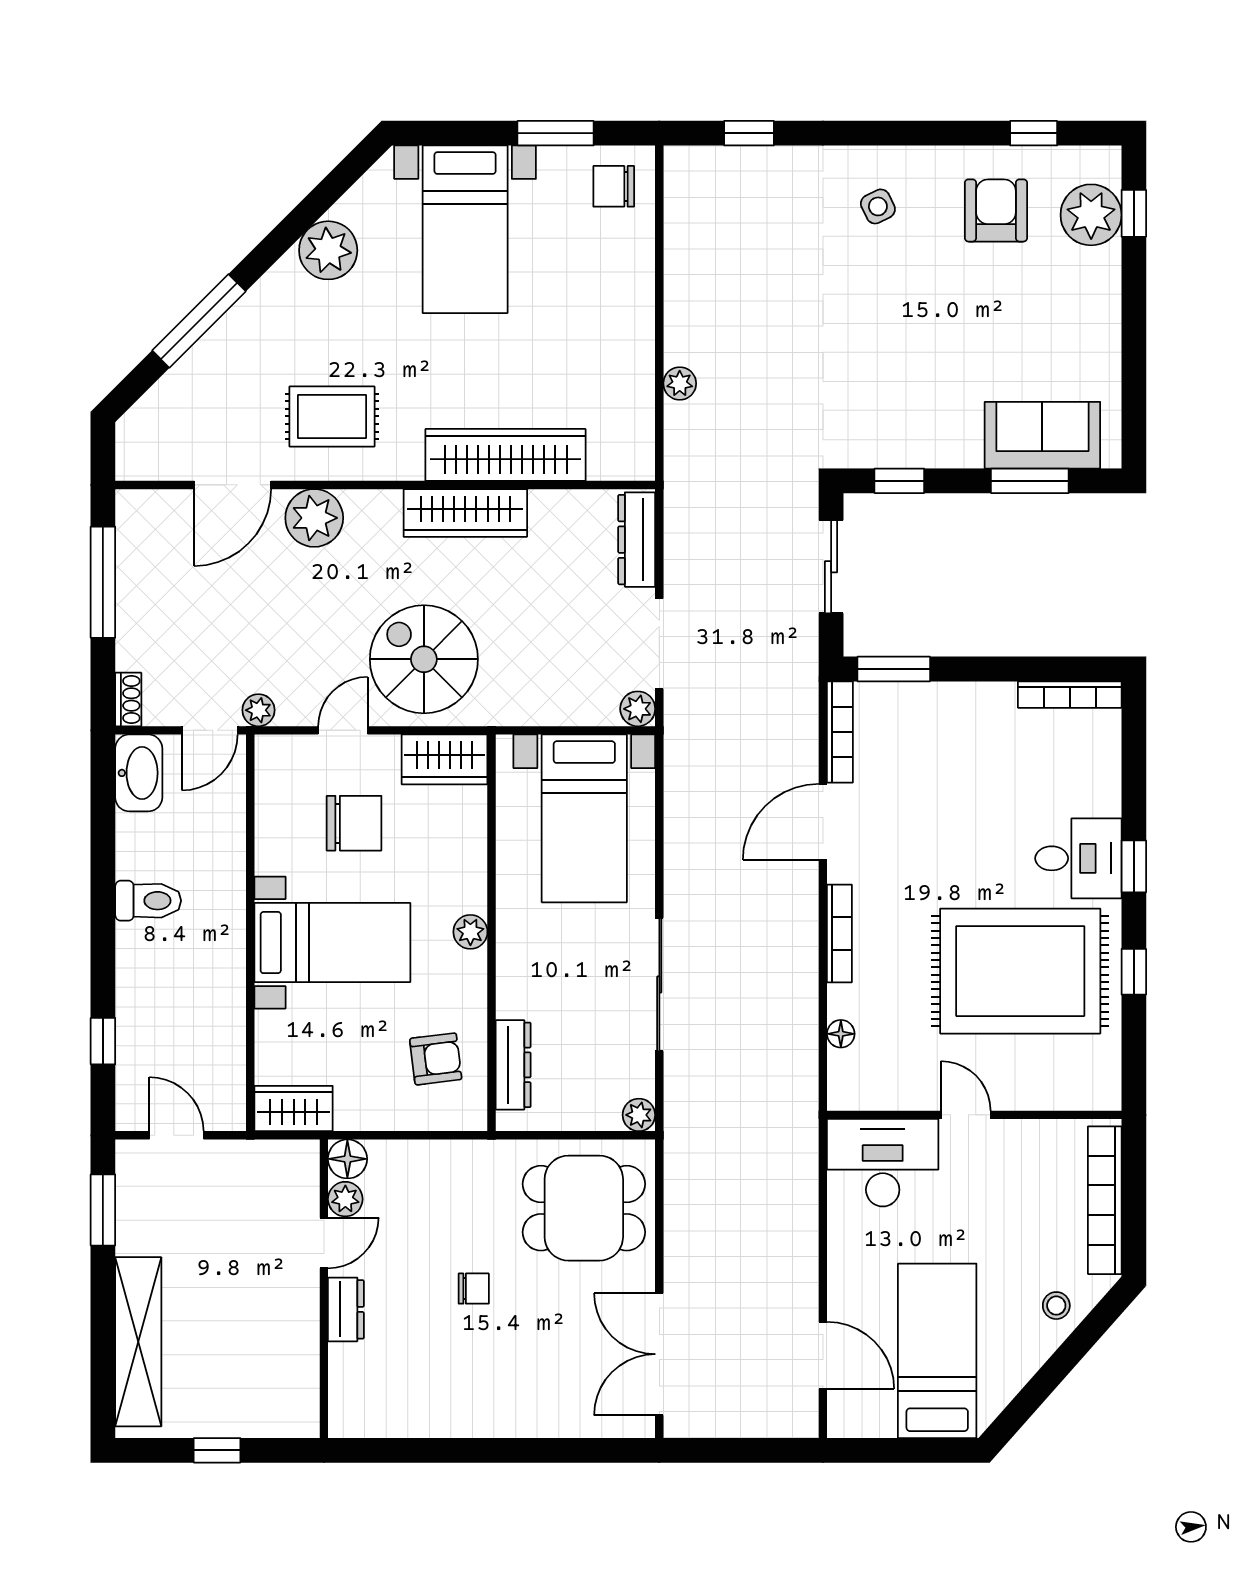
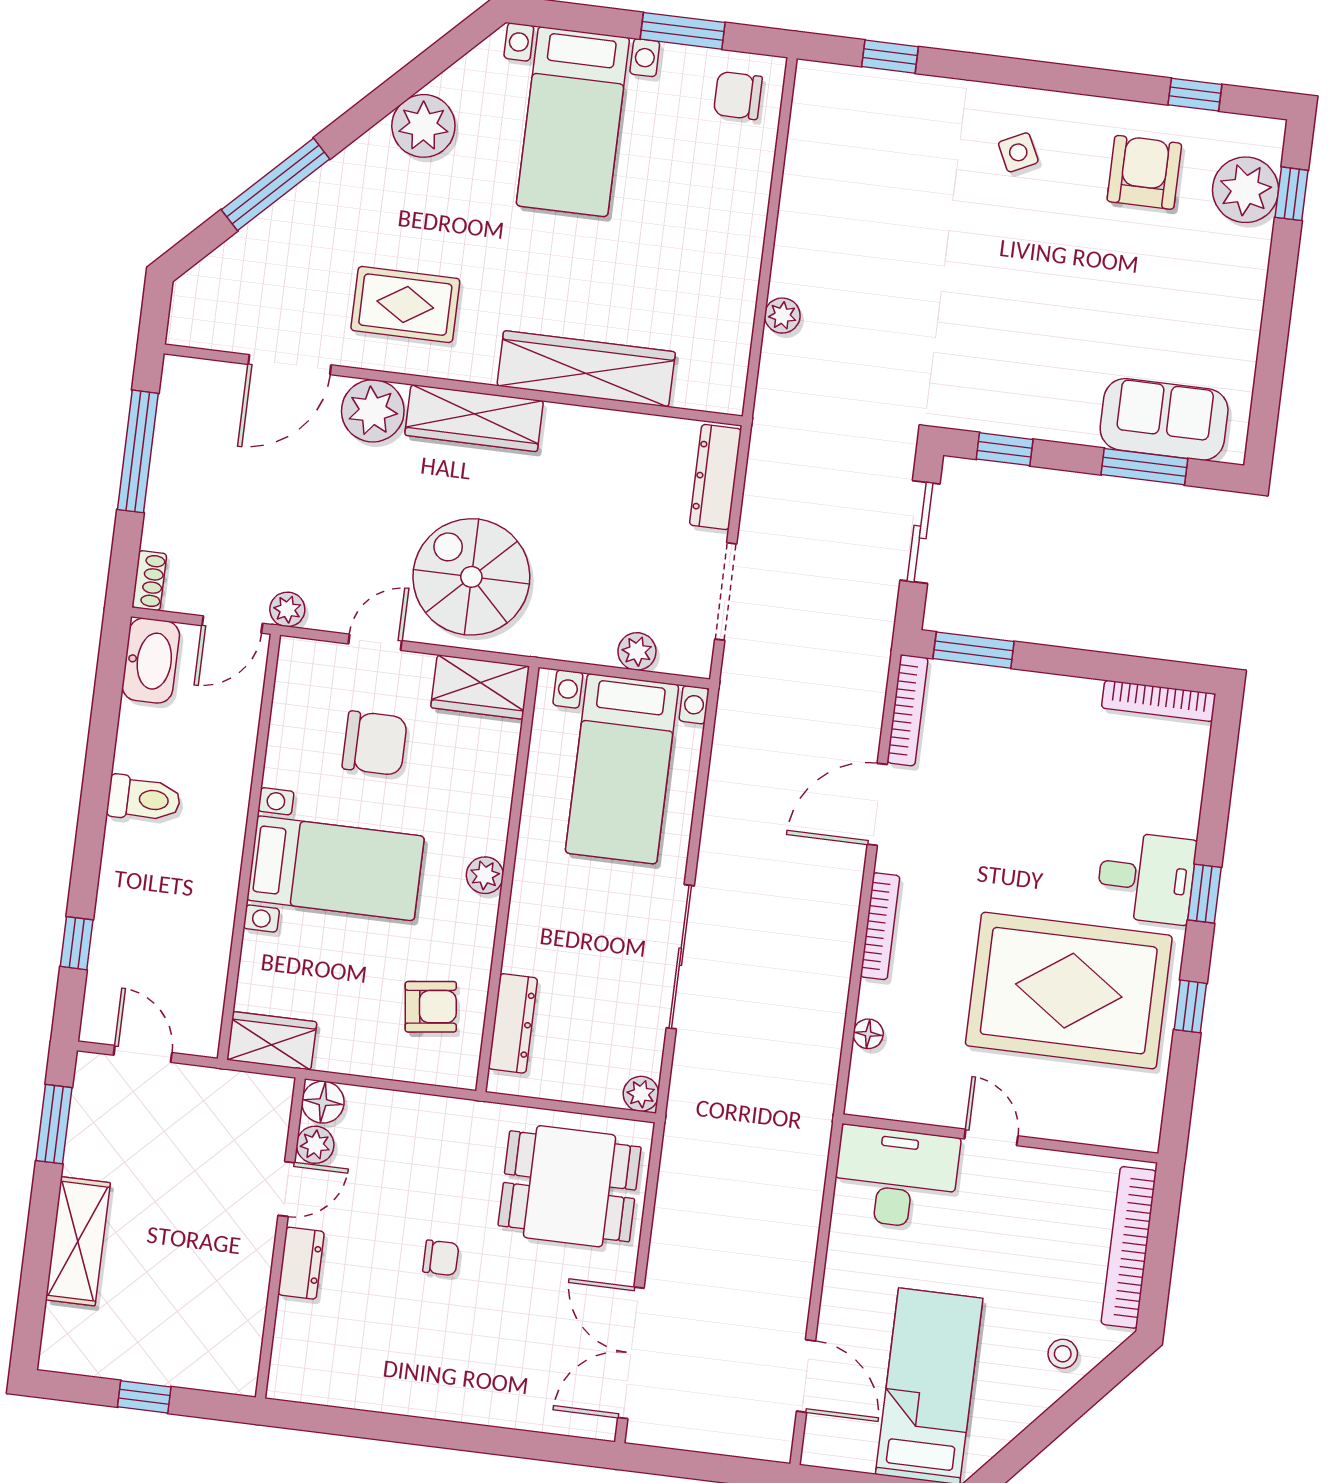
wardrobe: (465, 513) -> (474, 418), moved
plant: (638, 709) -> (637, 651), moved
shelving: (138, 1342) -> (78, 1241), width x0.68

